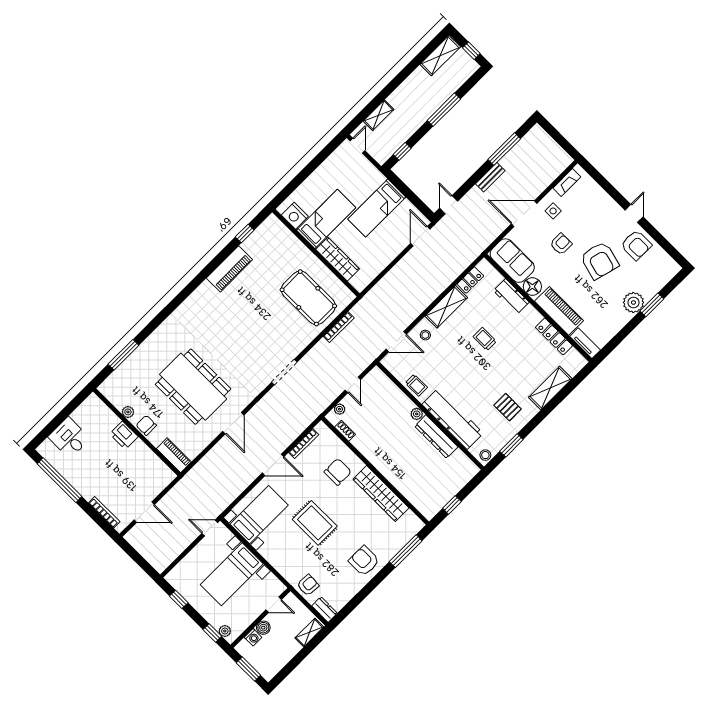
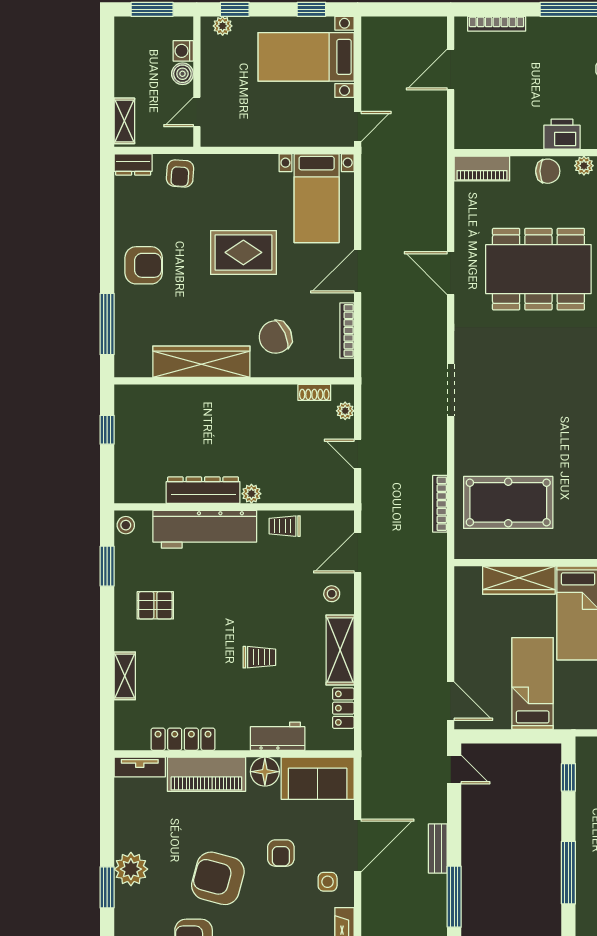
shelving: (550, 388) -> (125, 676), width x0.67, depth x0.75
chair: (338, 472) -> (276, 337), turned 66
bed with nightstands: (232, 574) -> (306, 57), moved, turned -90

